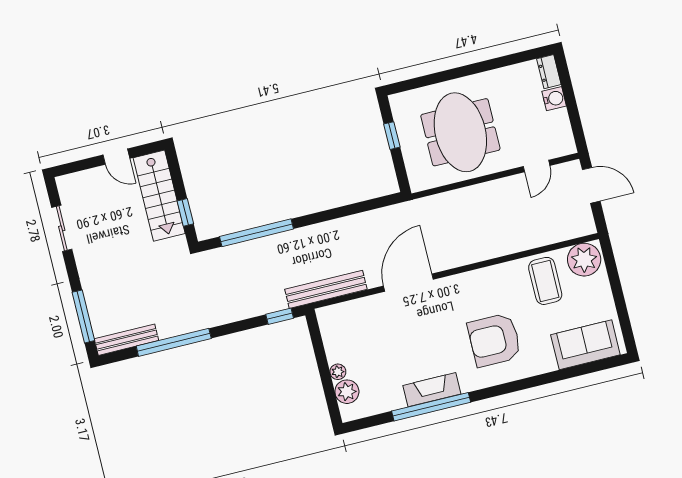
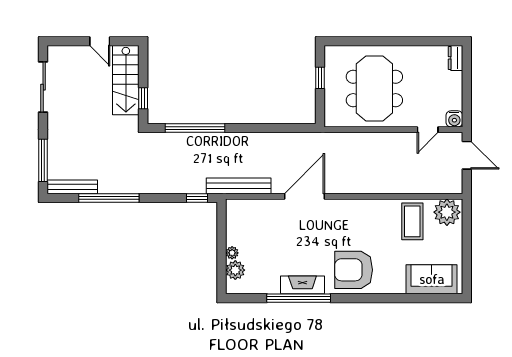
water cooler: (554, 99) -> (454, 119), moved, turned 90
sliding door: (62, 228) -> (43, 87), width x1.37
armchair: (494, 340) -> (354, 270), moved

